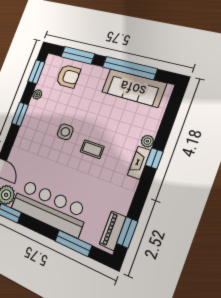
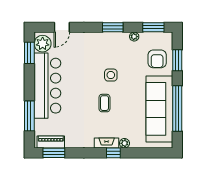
window: (78, 55) -> (177, 60), width x0.69
sofa: (133, 88) -> (159, 109), width x1.36, depth x1.27

